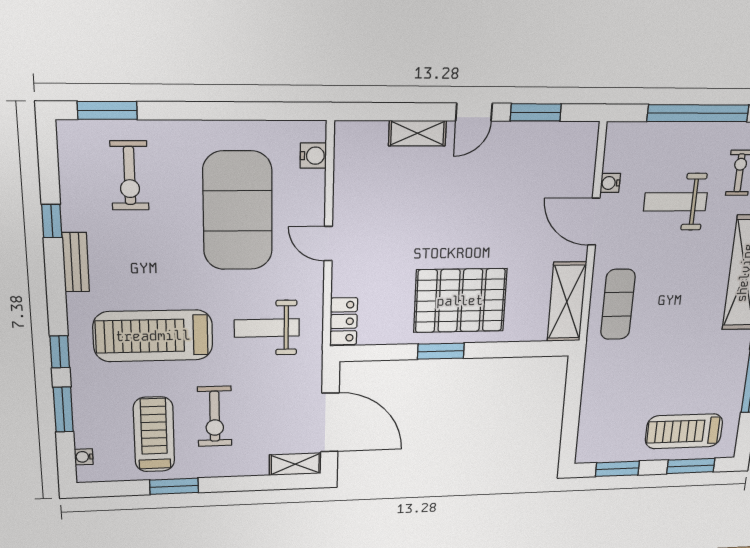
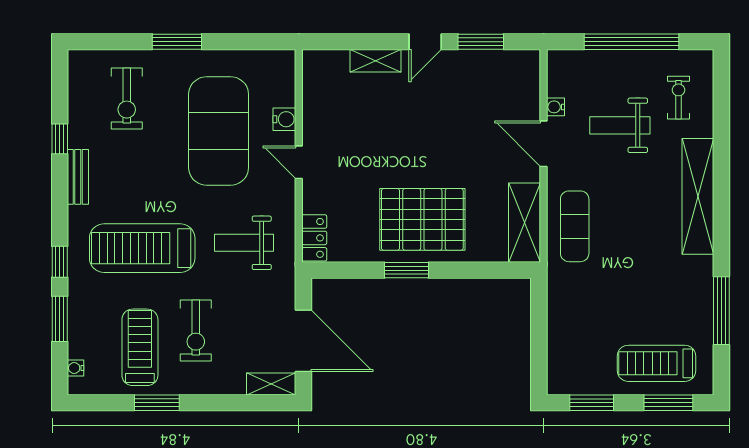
window: (107, 110) -> (177, 42), moved
water cooler: (313, 156) -> (284, 119), moved

